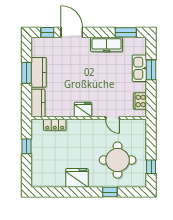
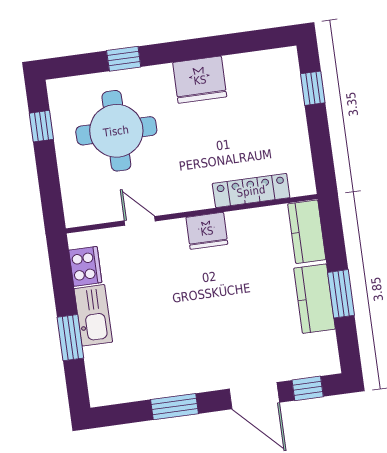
window: (126, 32) -> (174, 407), moved
freezer: (107, 44) -> (175, 380), removed
kitchen sink: (139, 68) -> (93, 315), moved
locker: (55, 125) -> (251, 191), width x1.53
window: (27, 146) -> (313, 88), moved

